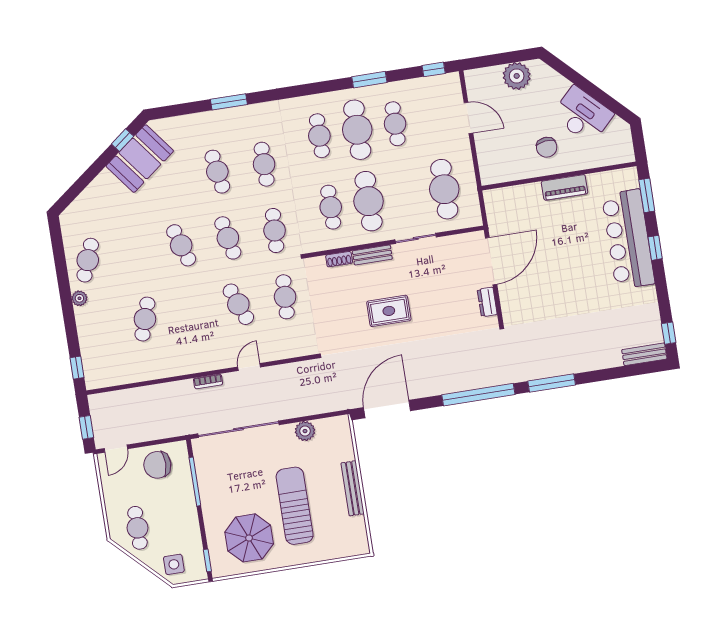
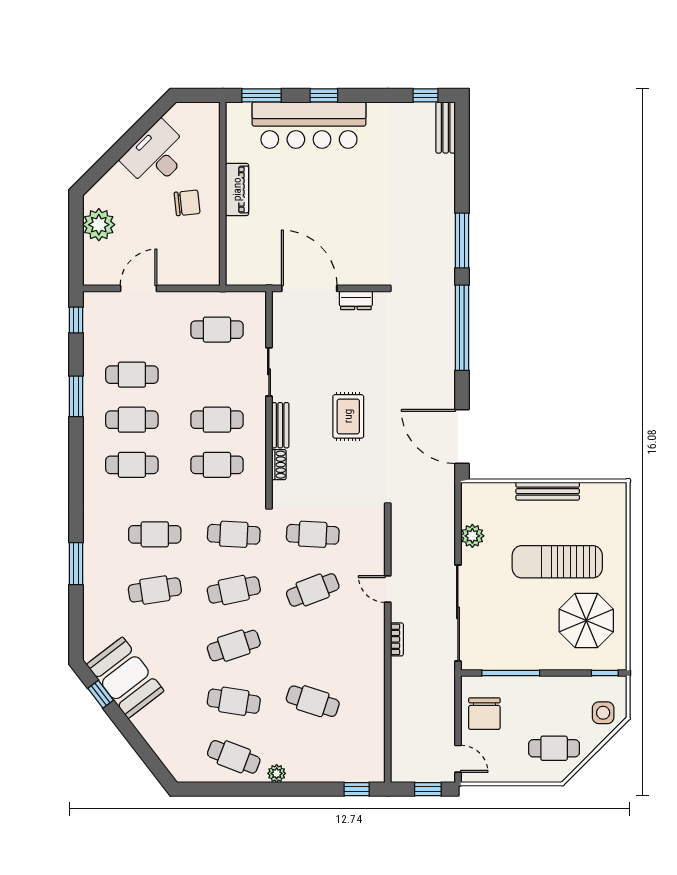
cafe table: (357, 130) -> (132, 420), width x0.73, depth x0.74
cafe table: (444, 189) -> (217, 330), width x0.73, depth x0.74
cafe table: (369, 201) -> (217, 420), width x0.73, depth x0.74
cafe table: (134, 253) -> (234, 701), added

